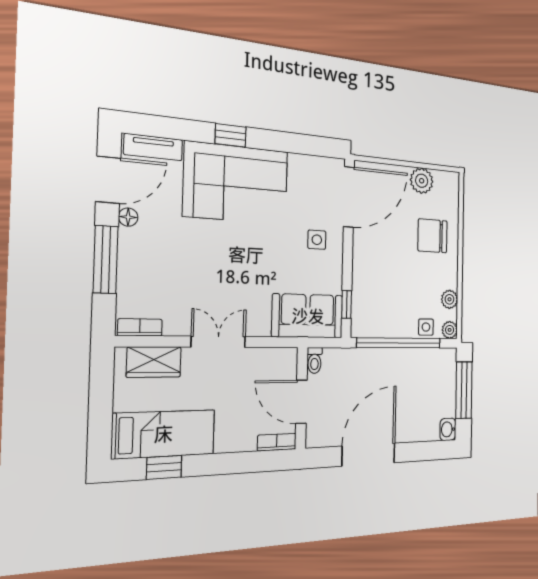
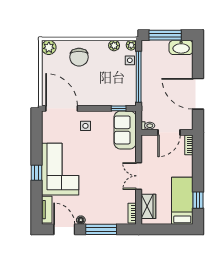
plant: (422, 181) -> (49, 47), moved
washbasin: (448, 429) -> (181, 47), width x1.91, depth x1.45

